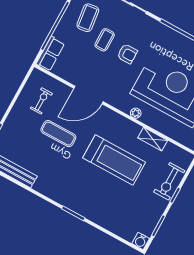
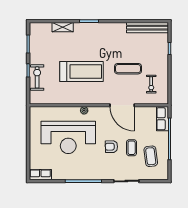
door: (88, 95) -> (122, 105), swing flipped
shelving: (153, 139) -> (63, 27), moved
treadmill: (114, 160) -> (81, 71), turned 180
water cooler: (141, 241) -> (34, 27), removed

